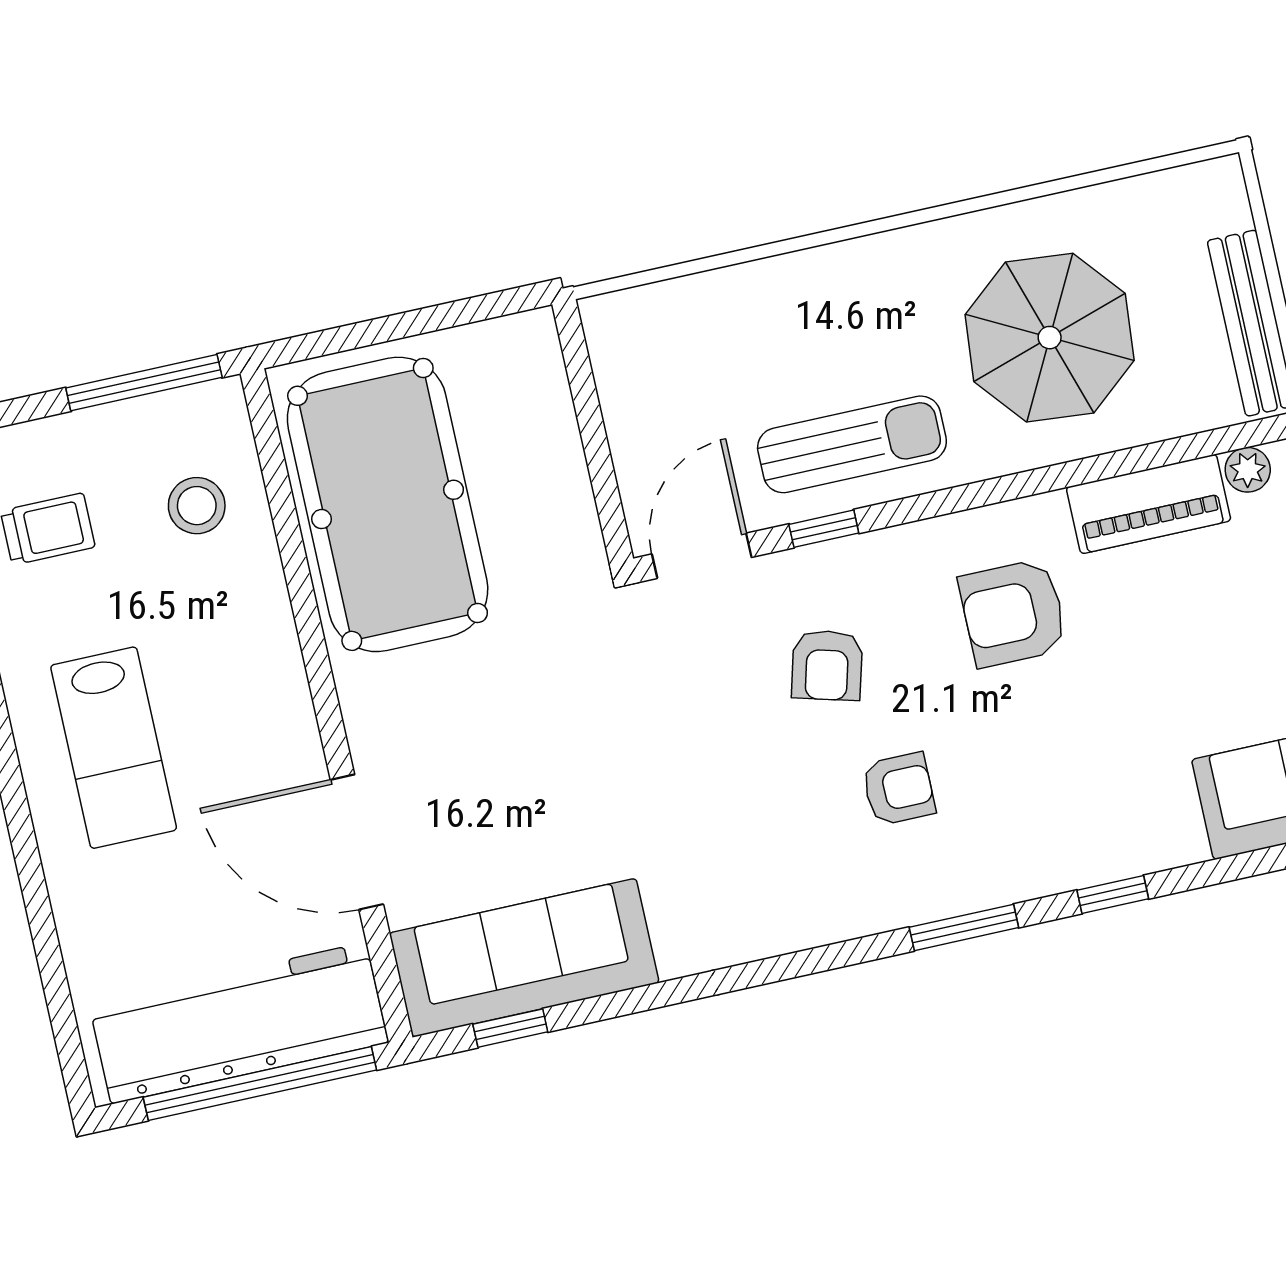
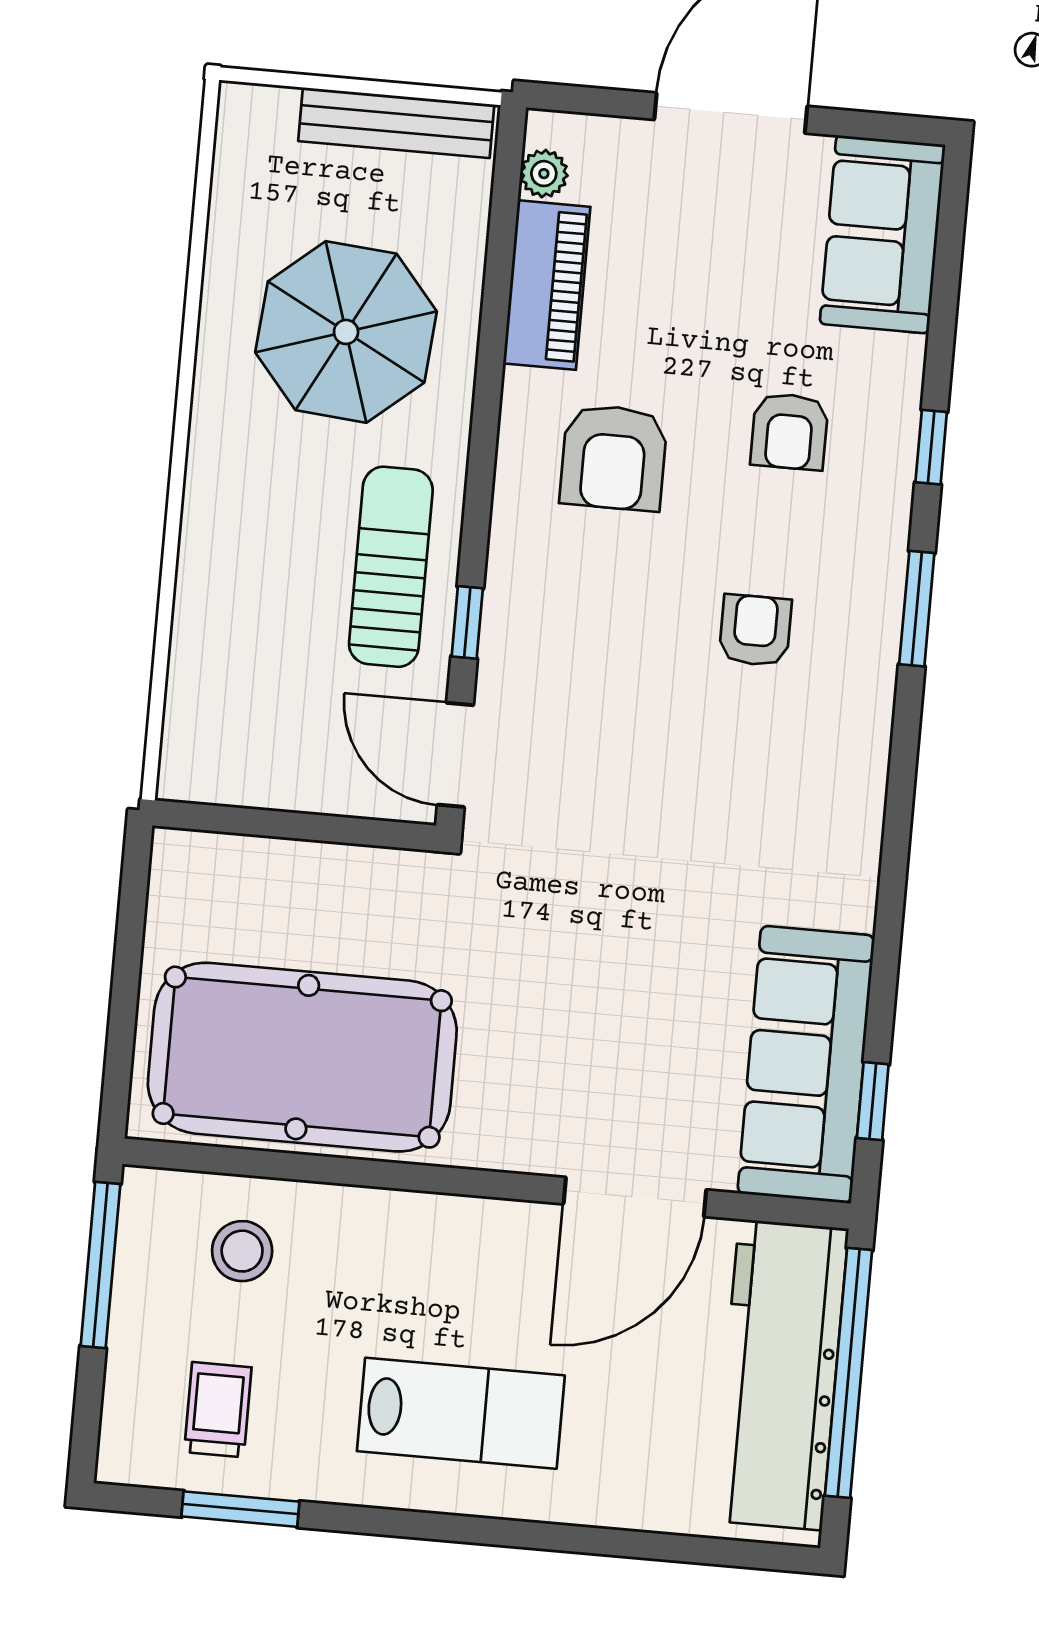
armchair: (827, 665) -> (789, 431), moved, turned 75

